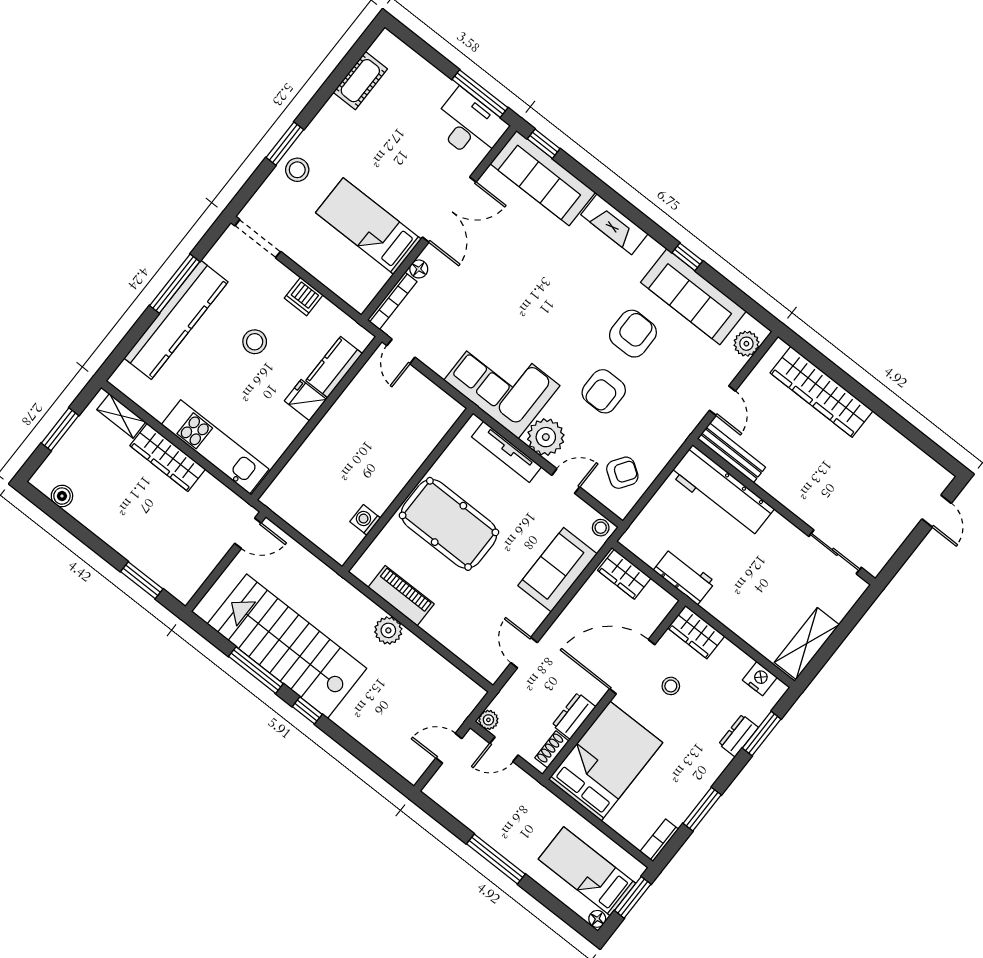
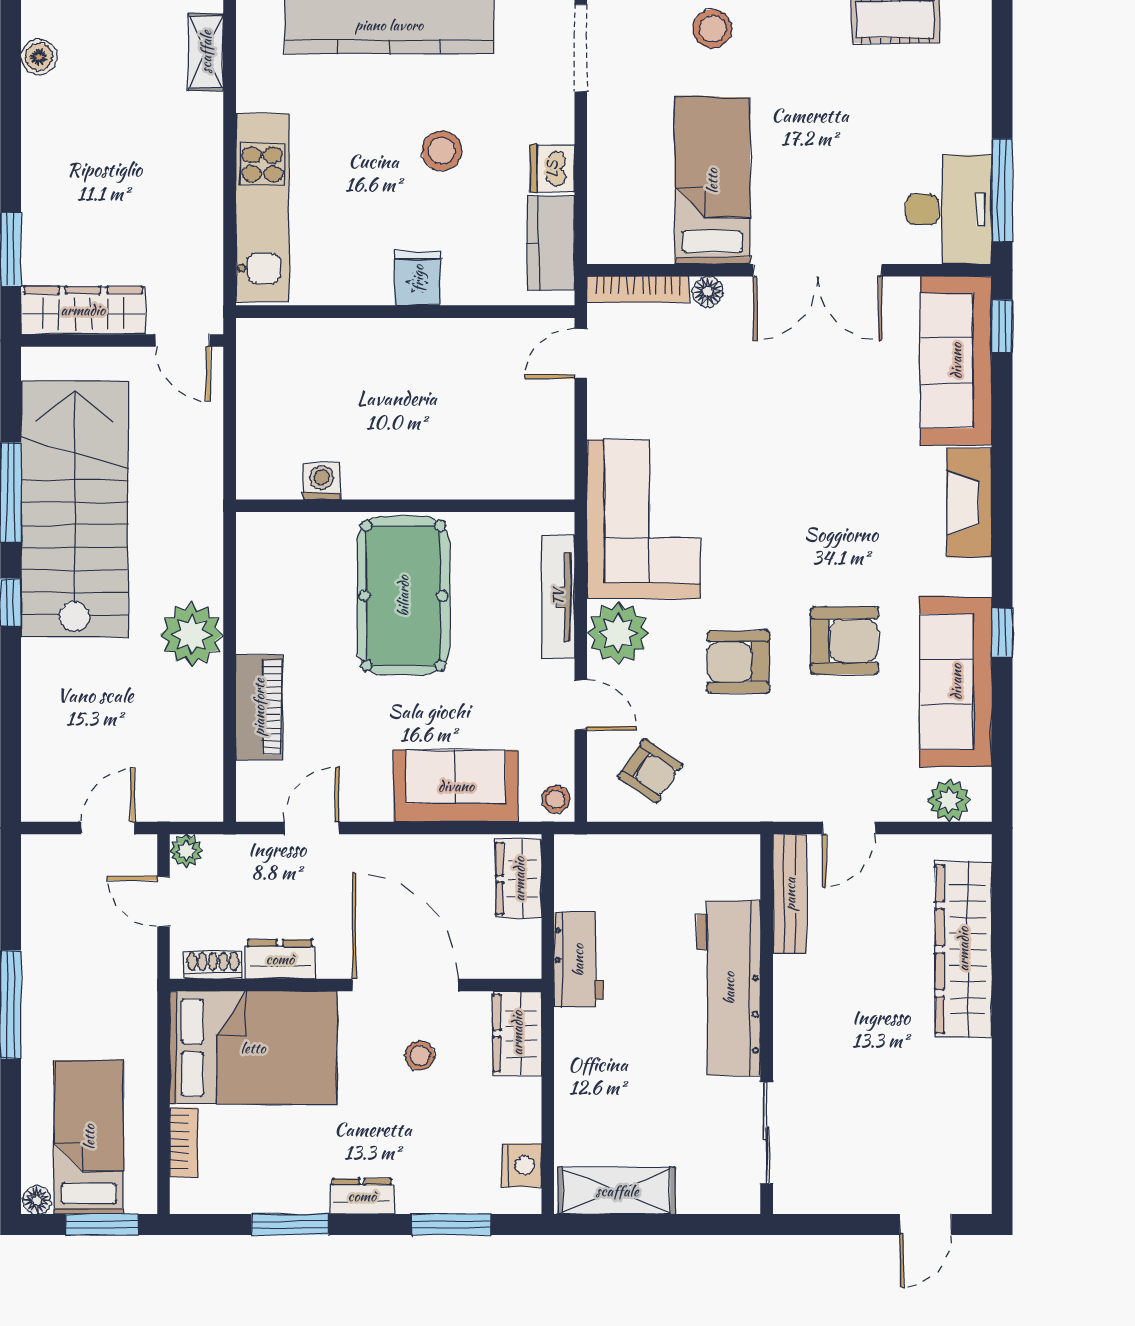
kitchen counter: (334, 367) -> (551, 243), moved, turned -90
wardrobe: (168, 457) -> (83, 310), moved, turned 90
workbench: (722, 492) -> (729, 988), moved
piano: (401, 596) -> (259, 707), moved
plant: (388, 630) -> (192, 634), width x1.36, depth x1.36
dresser: (739, 736) -> (362, 1196), moved
door: (449, 748) -> (108, 828), hinge flipped
bookcase: (659, 840) -> (184, 1142), moved, turned 90

